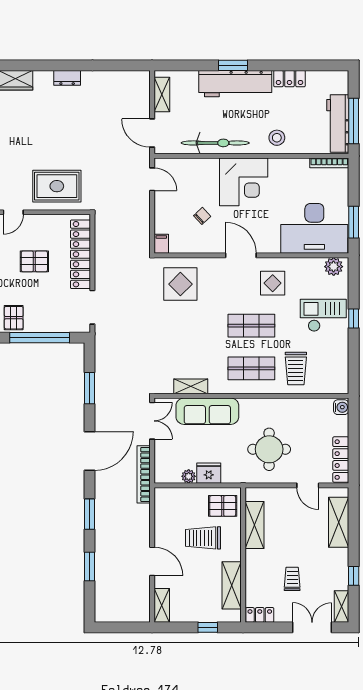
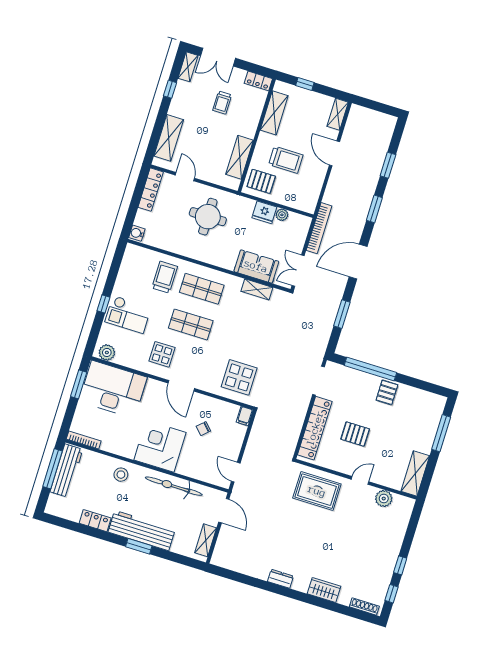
sofa: (207, 411) -> (256, 266), width x0.73

